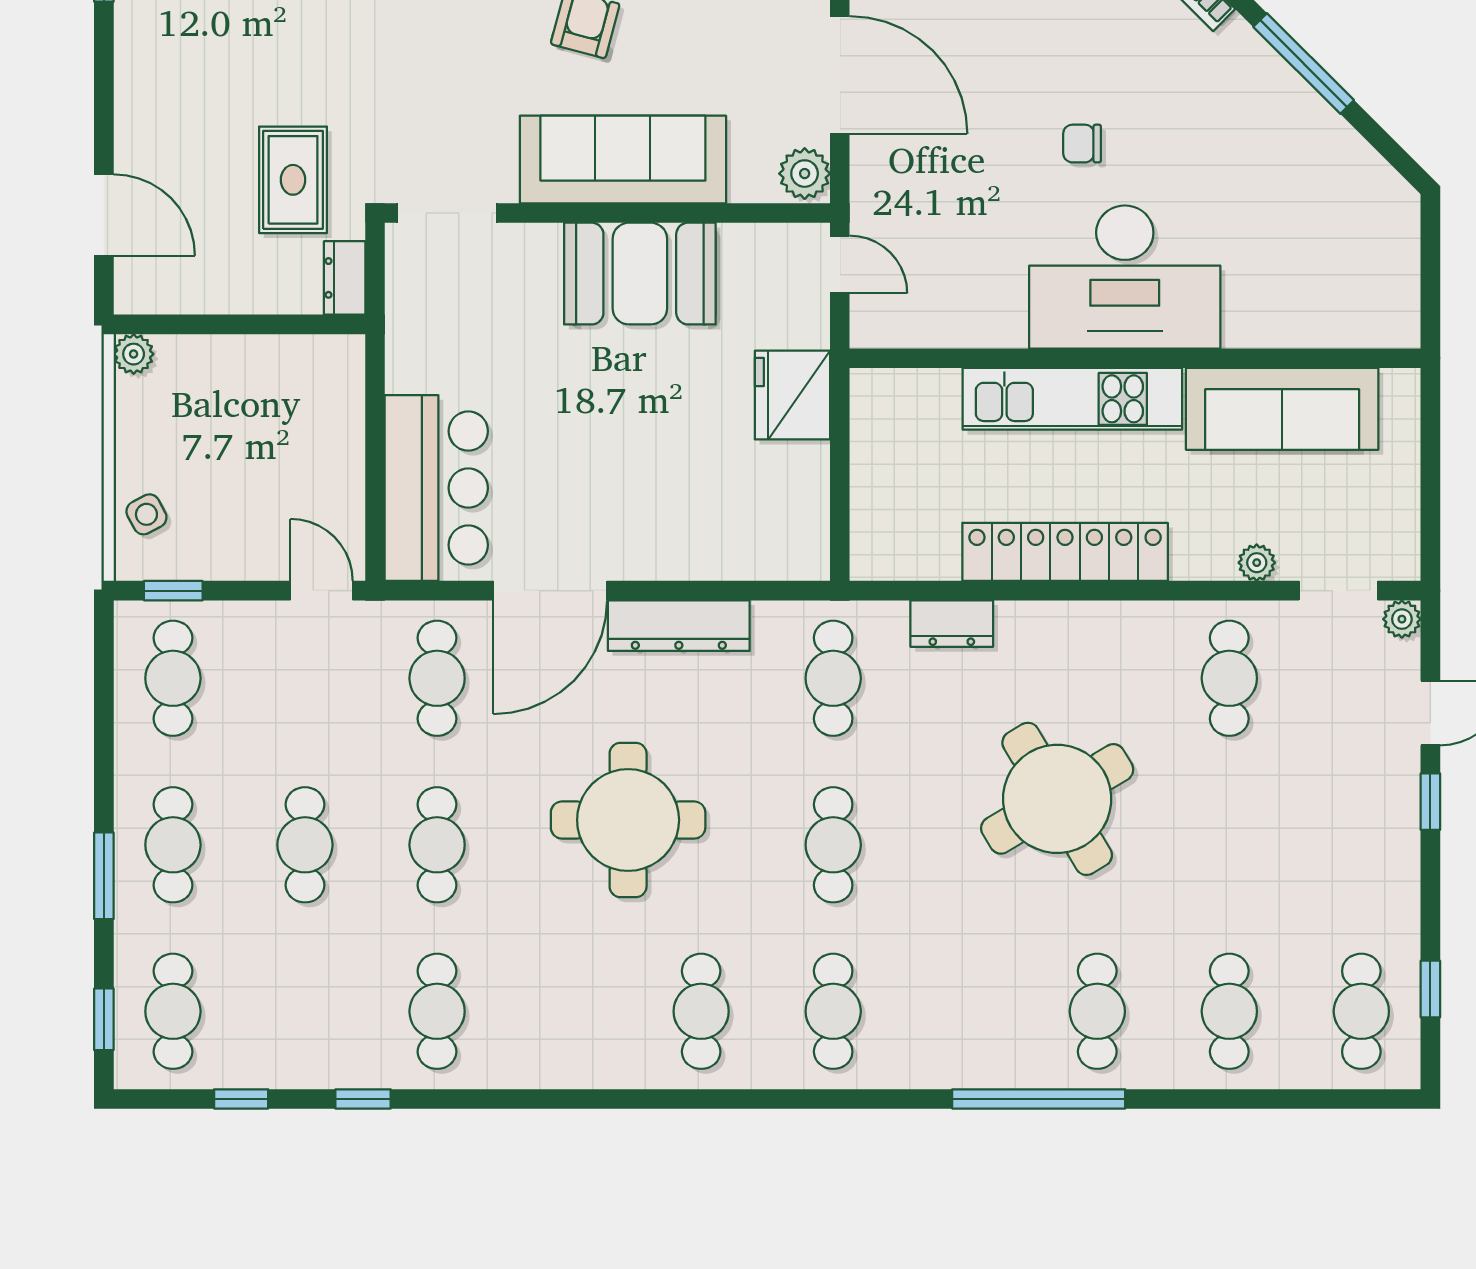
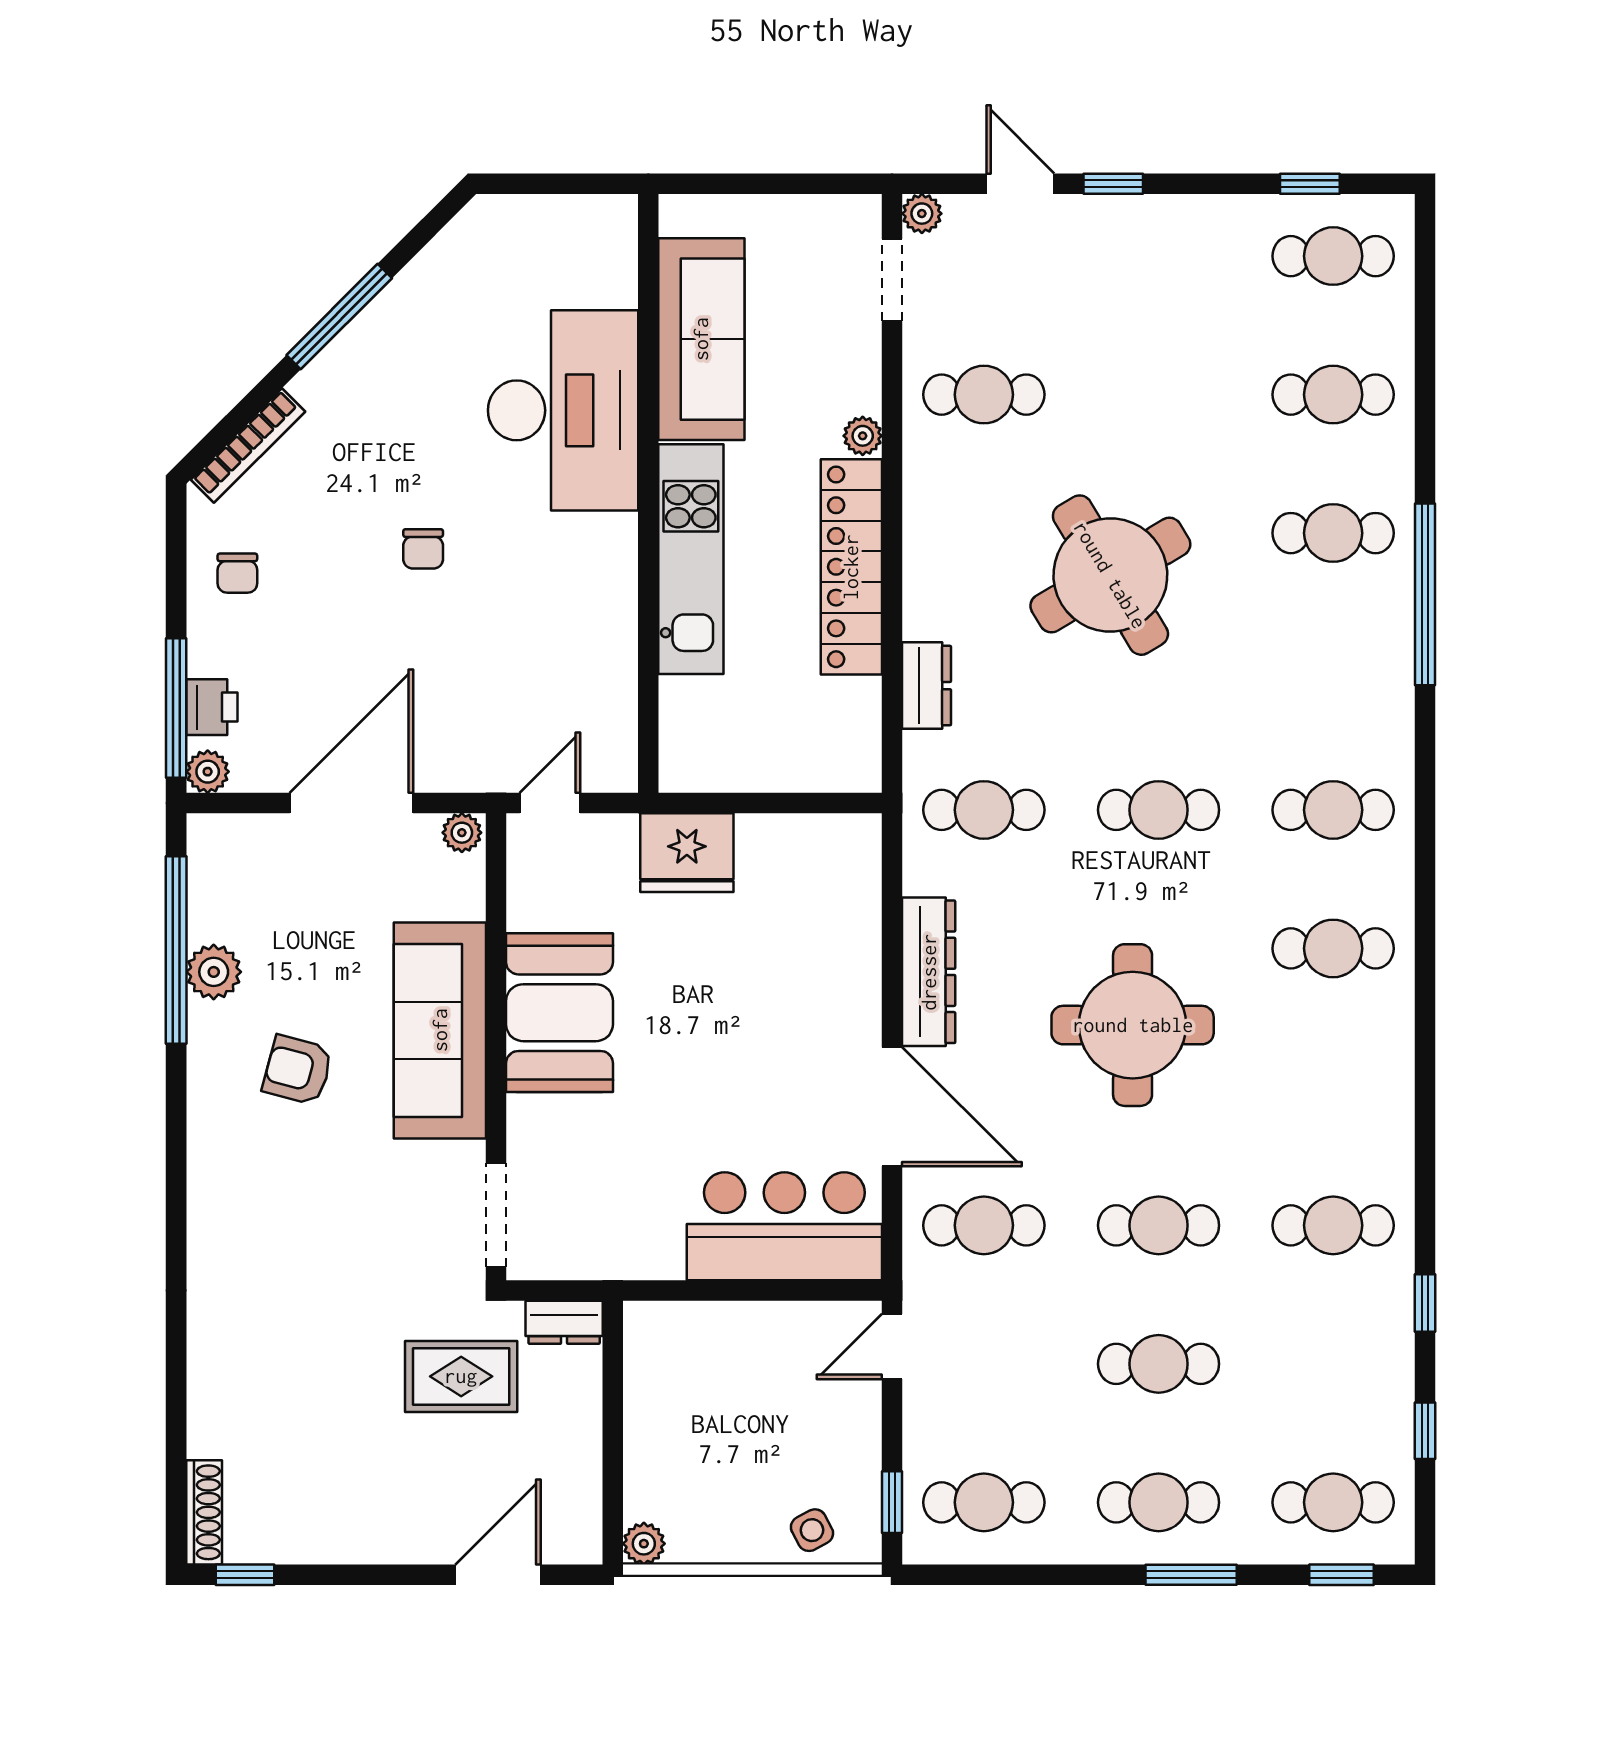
plant: (805, 174) -> (462, 833), width x0.73, depth x0.73
desk: (1125, 277) -> (563, 410), moved
plant: (1257, 563) -> (863, 436), moved

